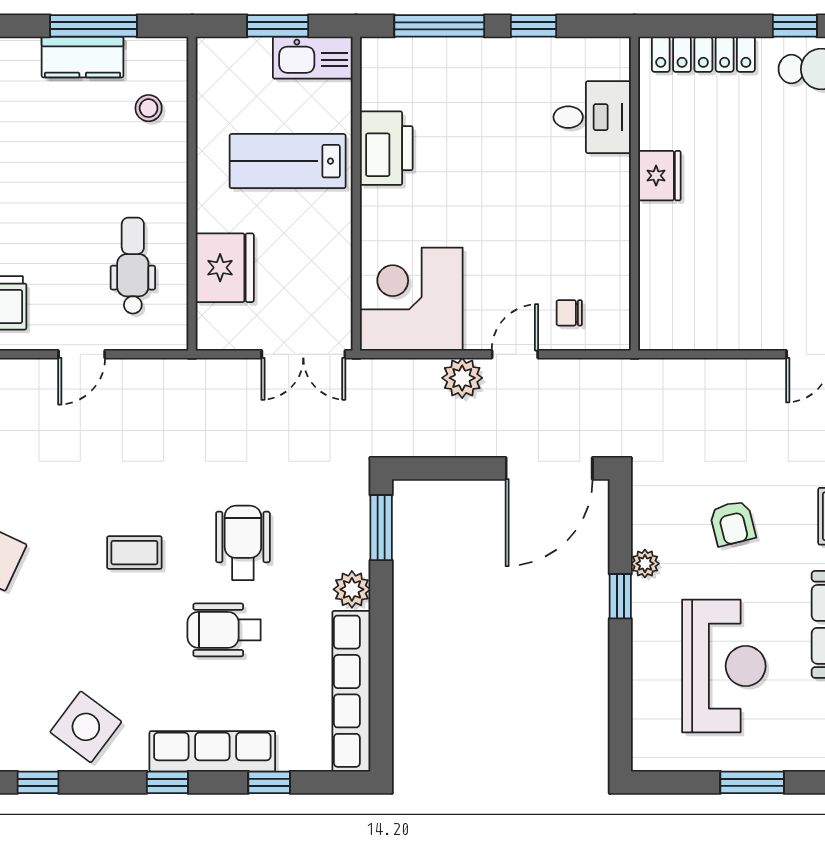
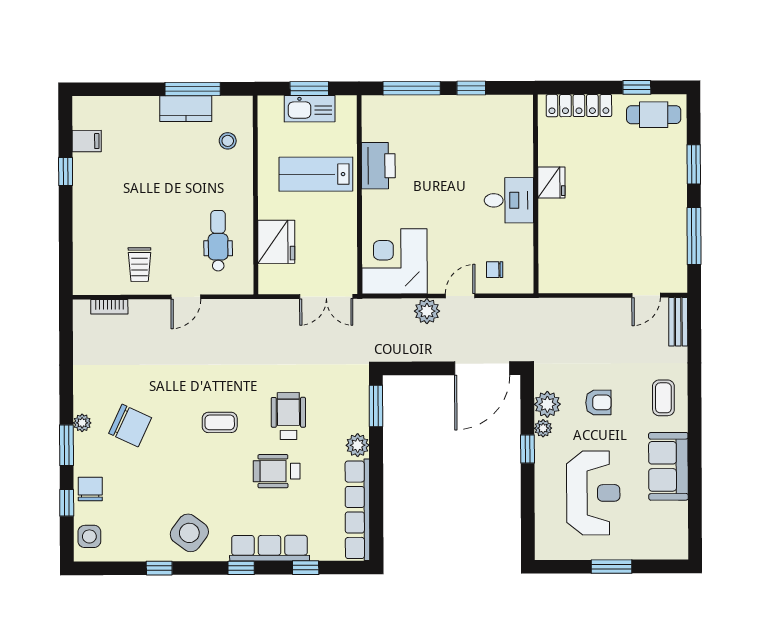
kitchen sink: (313, 58) -> (310, 109), moved
desk: (592, 117) -> (509, 200), moved
armchair: (732, 523) -> (598, 402), turned -76
plant: (652, 526) -> (547, 404), added

